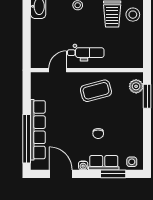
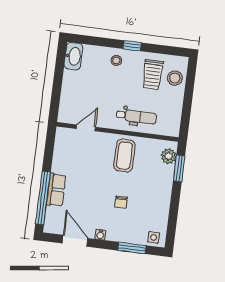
dental chair: (86, 53) -> (136, 116), moved
coffee table: (96, 91) -> (125, 156), turned -75
row of seats: (38, 130) -> (56, 190), width x0.50
row of seats: (104, 163) -> (123, 234), removed

